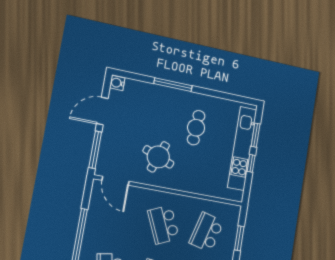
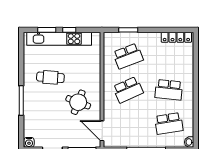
door: (116, 181) -> (102, 131), swing flipped
school desk: (207, 232) -> (128, 56), turned -36

